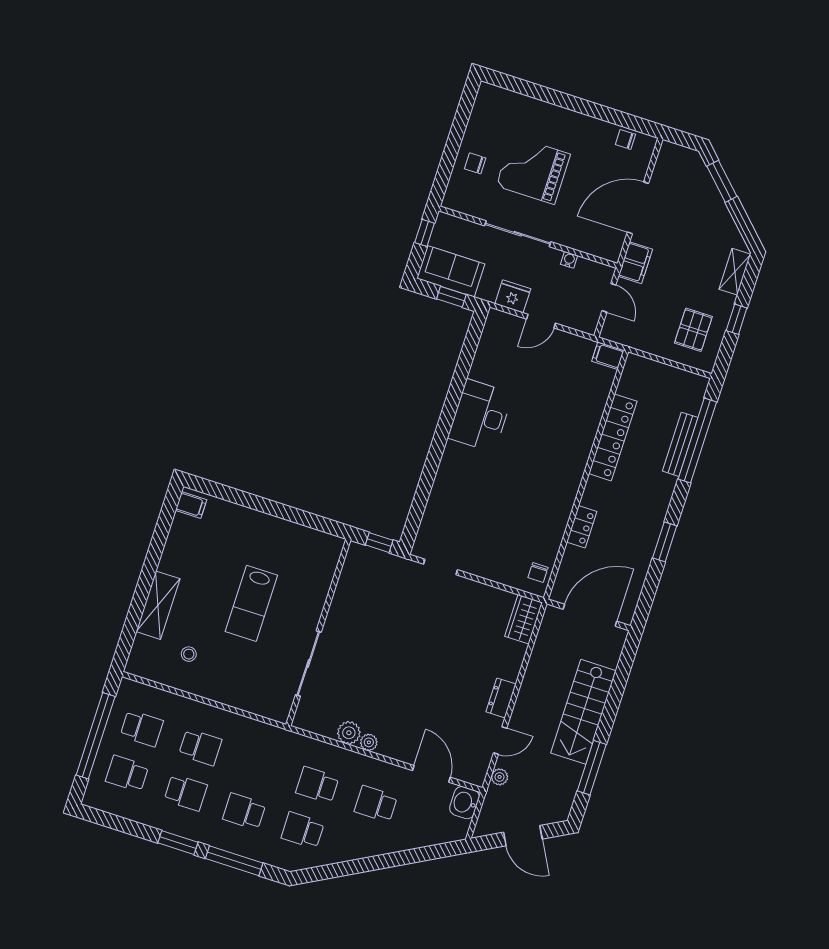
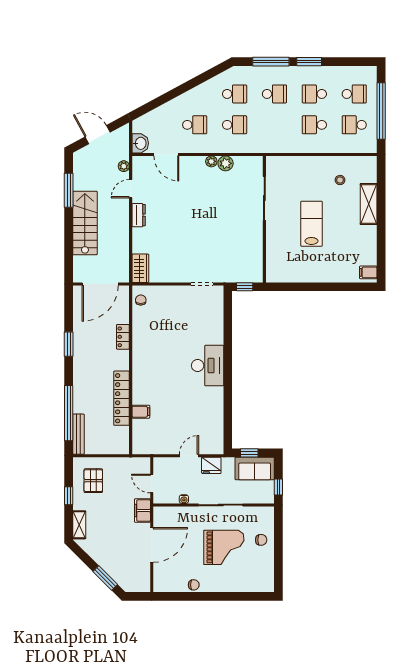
chair: (625, 139) -> (194, 585), moved
filing cabinet: (608, 356) -> (141, 412), moved
desk: (480, 416) -> (208, 366), moved
bench: (680, 444) -> (79, 434), moved

